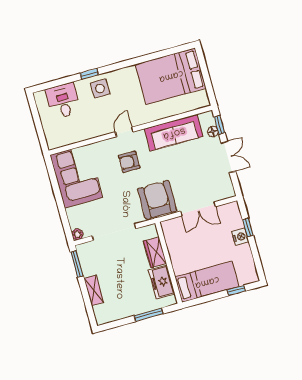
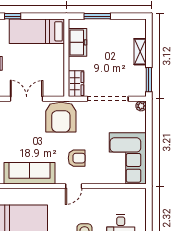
wardrobe: (155, 252) -> (76, 84), moved

